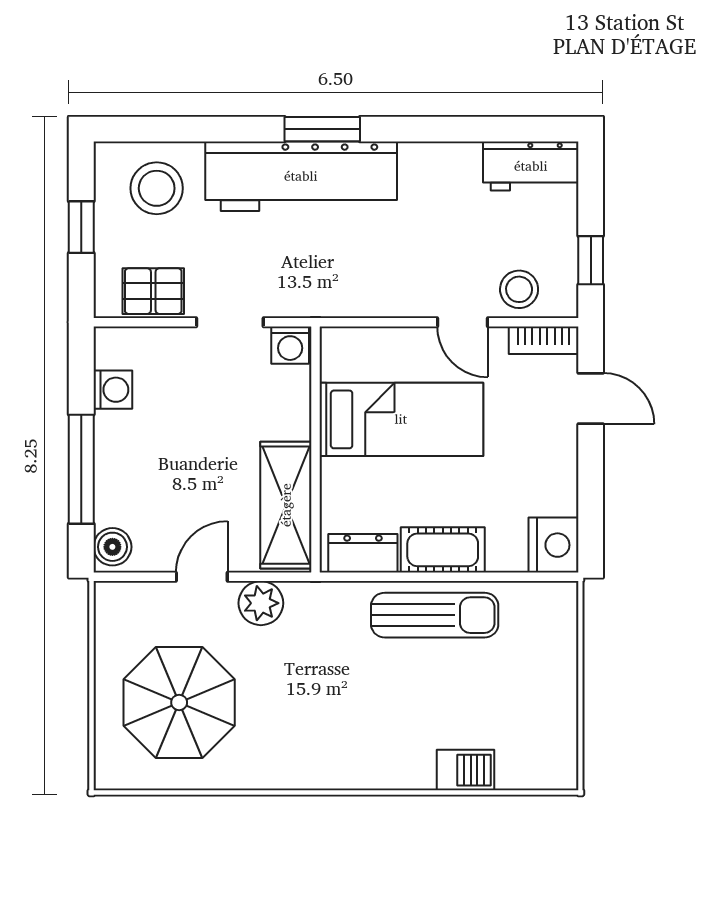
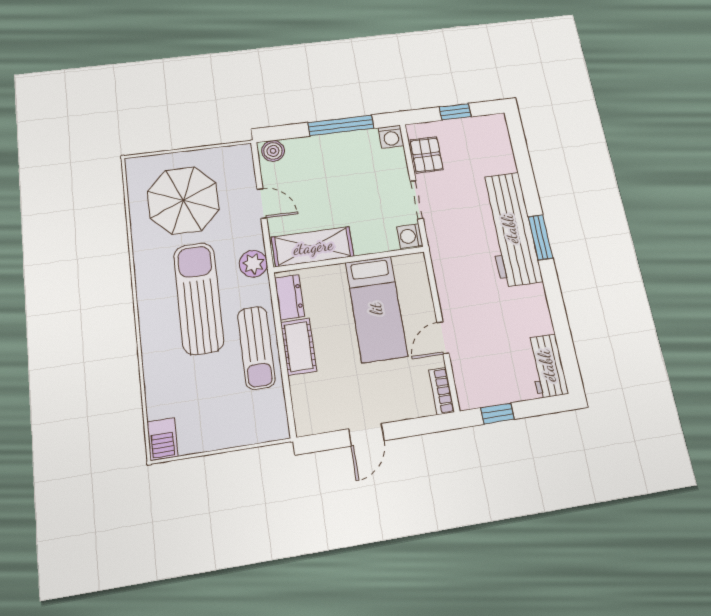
stool: (157, 188) -> (486, 149), removed
stool: (519, 289) -> (470, 370), removed
washing machine: (113, 390) -> (391, 137), moved
door: (591, 398) -> (366, 435), moved
window: (81, 469) -> (341, 125), moved
nightstand: (553, 545) -> (312, 418), removed
plant: (261, 603) -> (253, 264), moved
sun lounger: (344, 695) -> (199, 298), added
barbecue: (465, 770) -> (162, 439), moved

